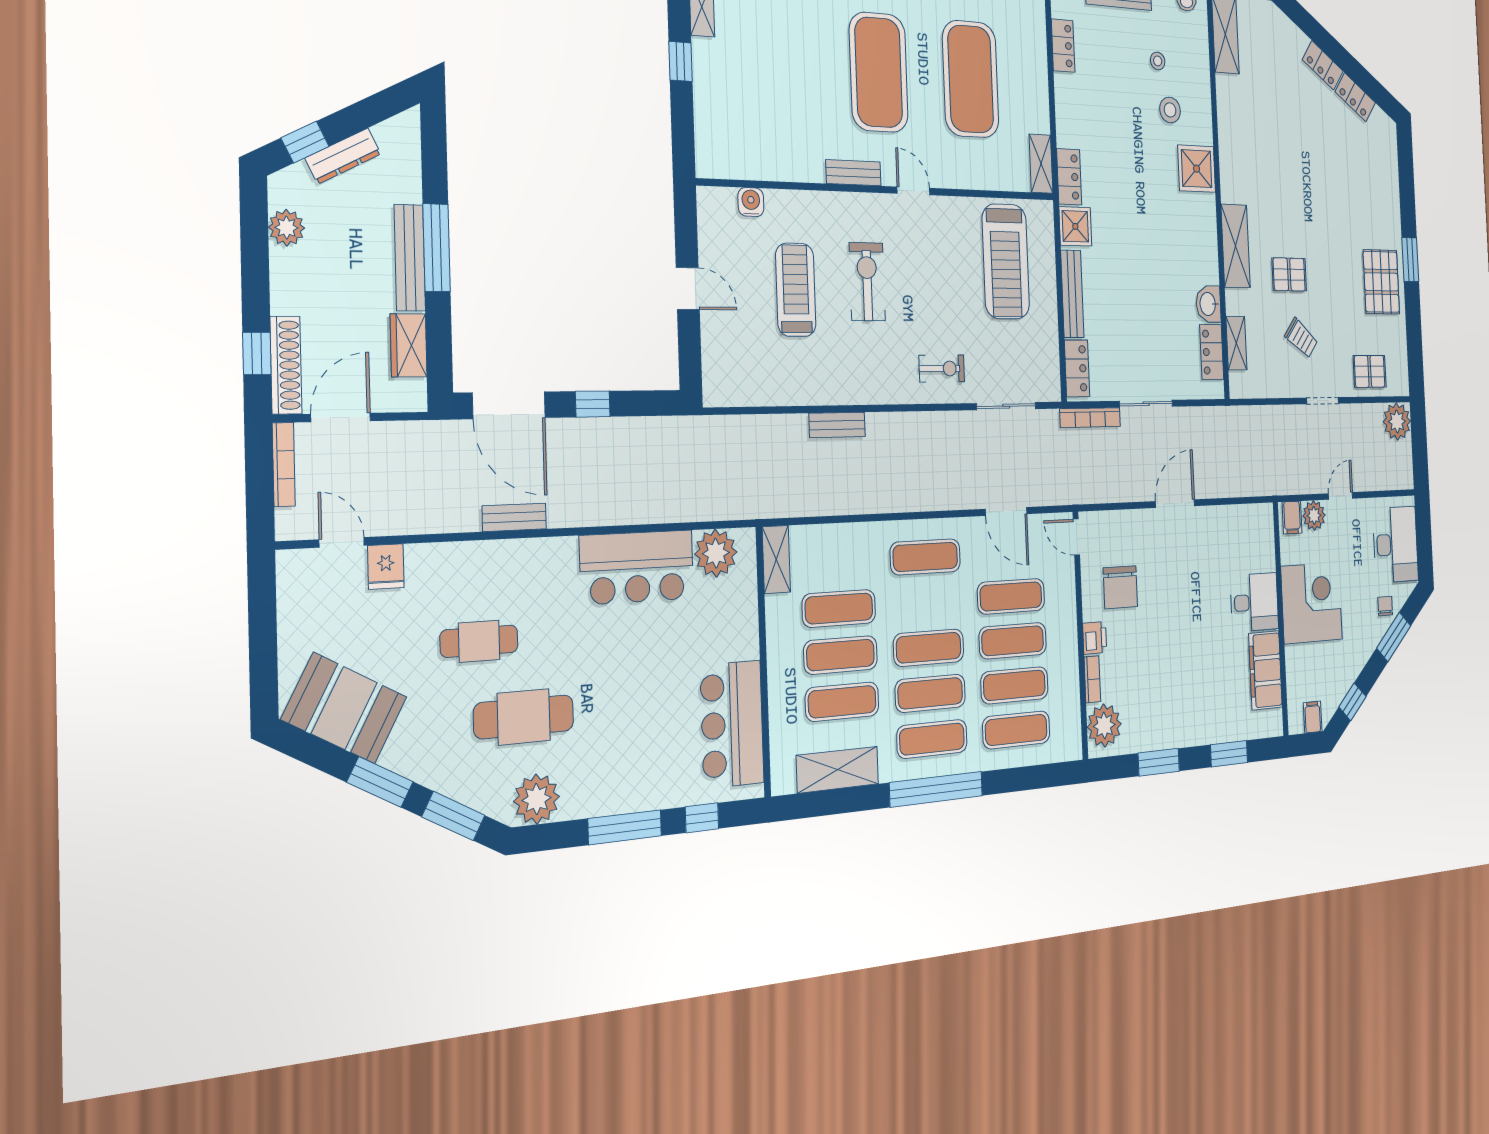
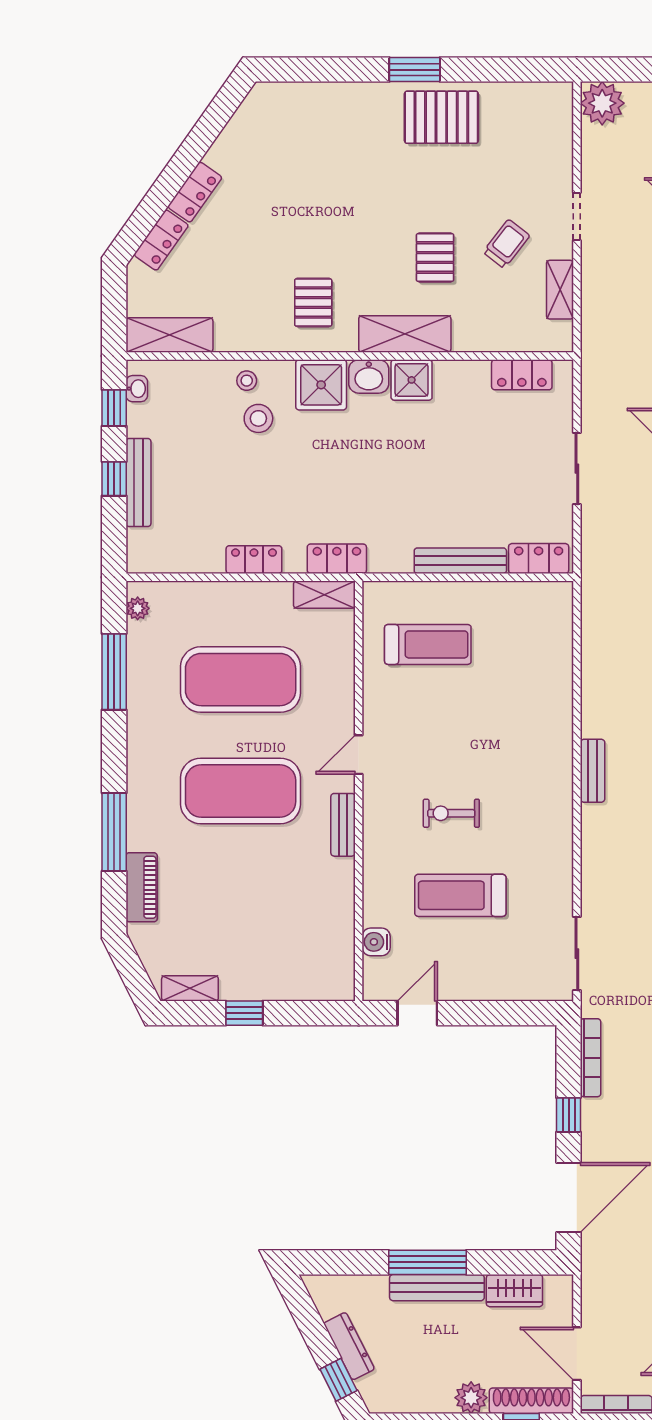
locker: (1063, 46) -> (254, 560), moved
stool: (1158, 61) -> (247, 381), moved
locker: (1355, 97) -> (161, 240), moved
shower: (1075, 226) -> (412, 380), moved
plant: (287, 228) -> (471, 1398), moved
treadmill: (1006, 261) -> (428, 644), width x0.73, depth x0.73
exercise bike: (867, 282) -> (451, 813), width x0.73, depth x0.72
door: (688, 289) -> (417, 1013), moved
washbasin: (1208, 304) -> (369, 376), moved
shelving: (1236, 343) -> (560, 290), moved, turned 90
exercise bike: (942, 369) -> (538, 729), removed
pallet: (1370, 371) -> (313, 302), moved
sliding door: (1006, 406) -> (577, 954), moved
bookcase: (1090, 418) -> (591, 1058), moved
bench: (837, 425) -> (593, 771), moved

